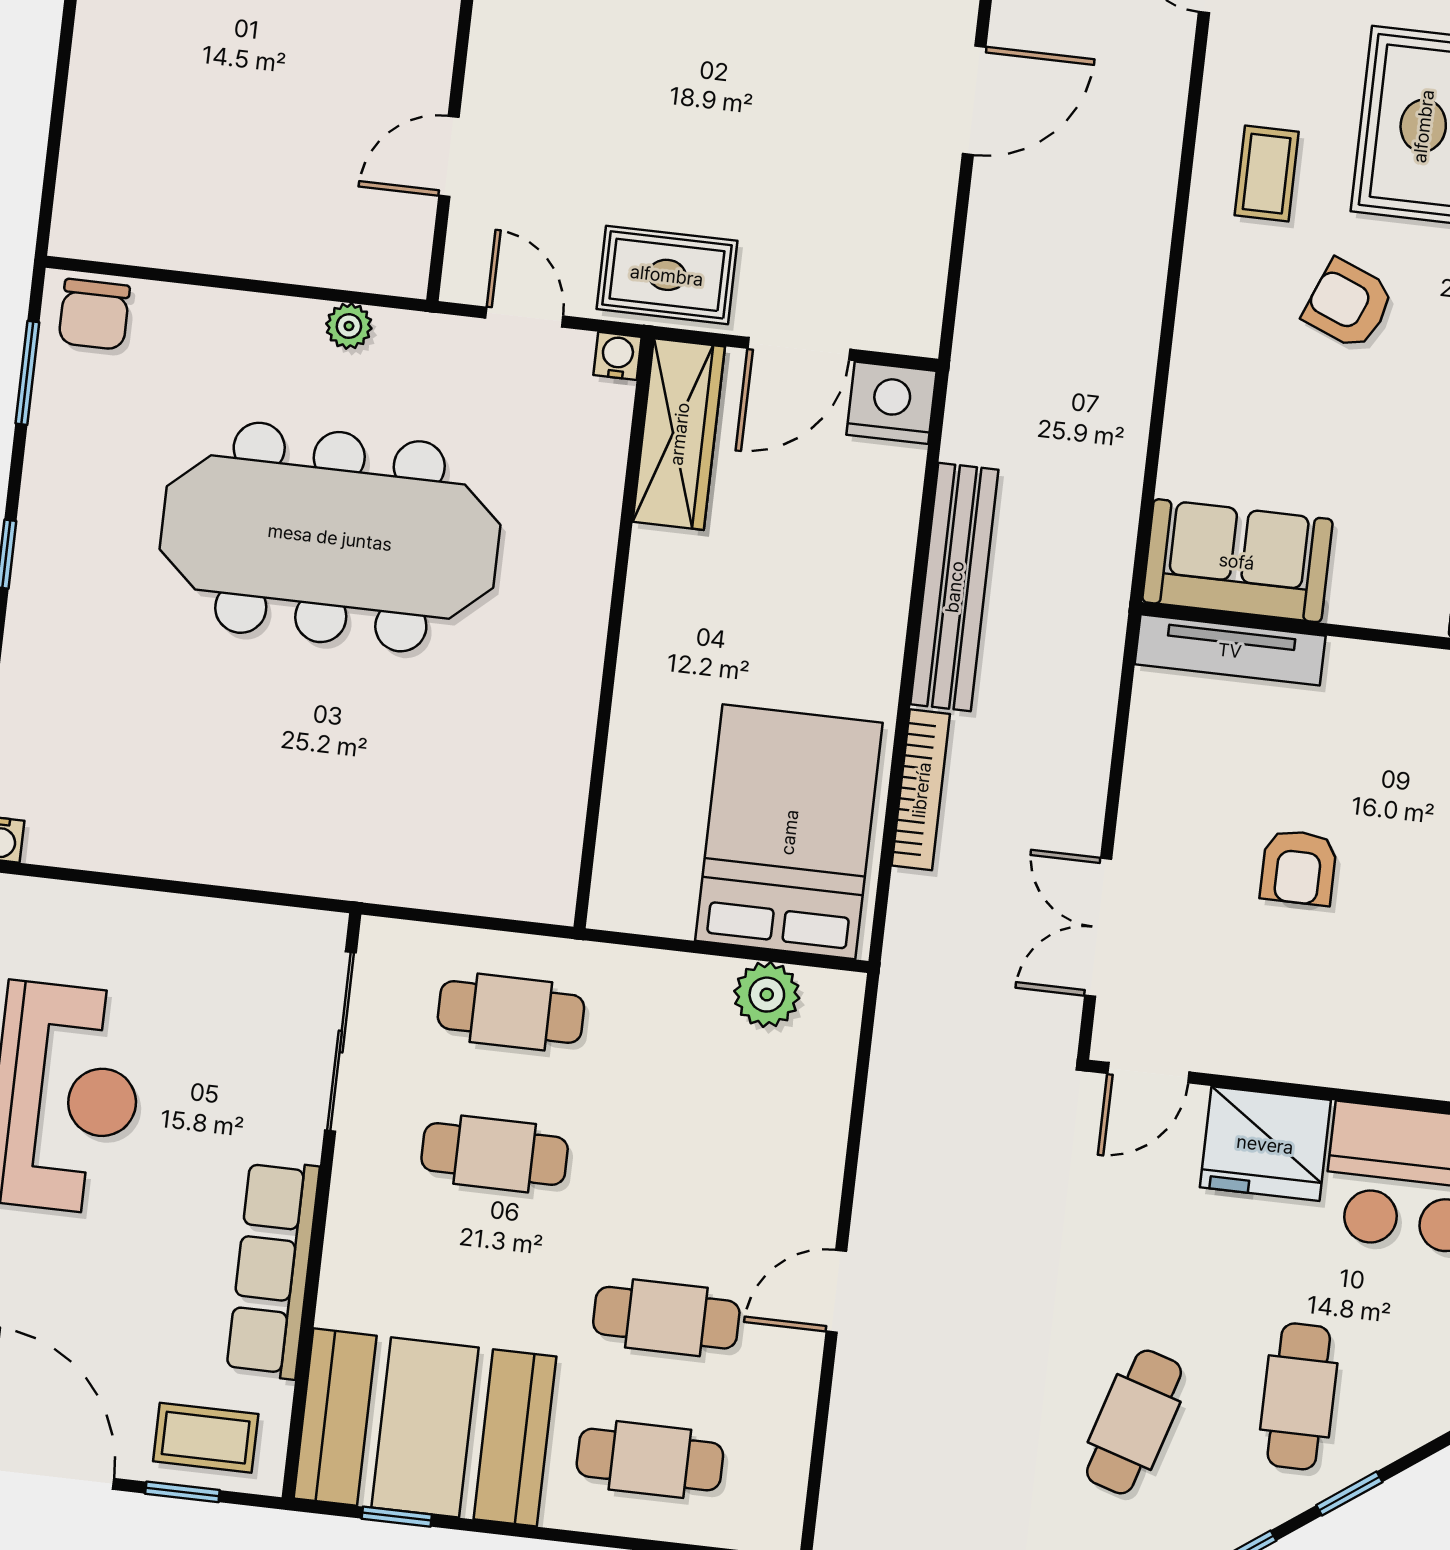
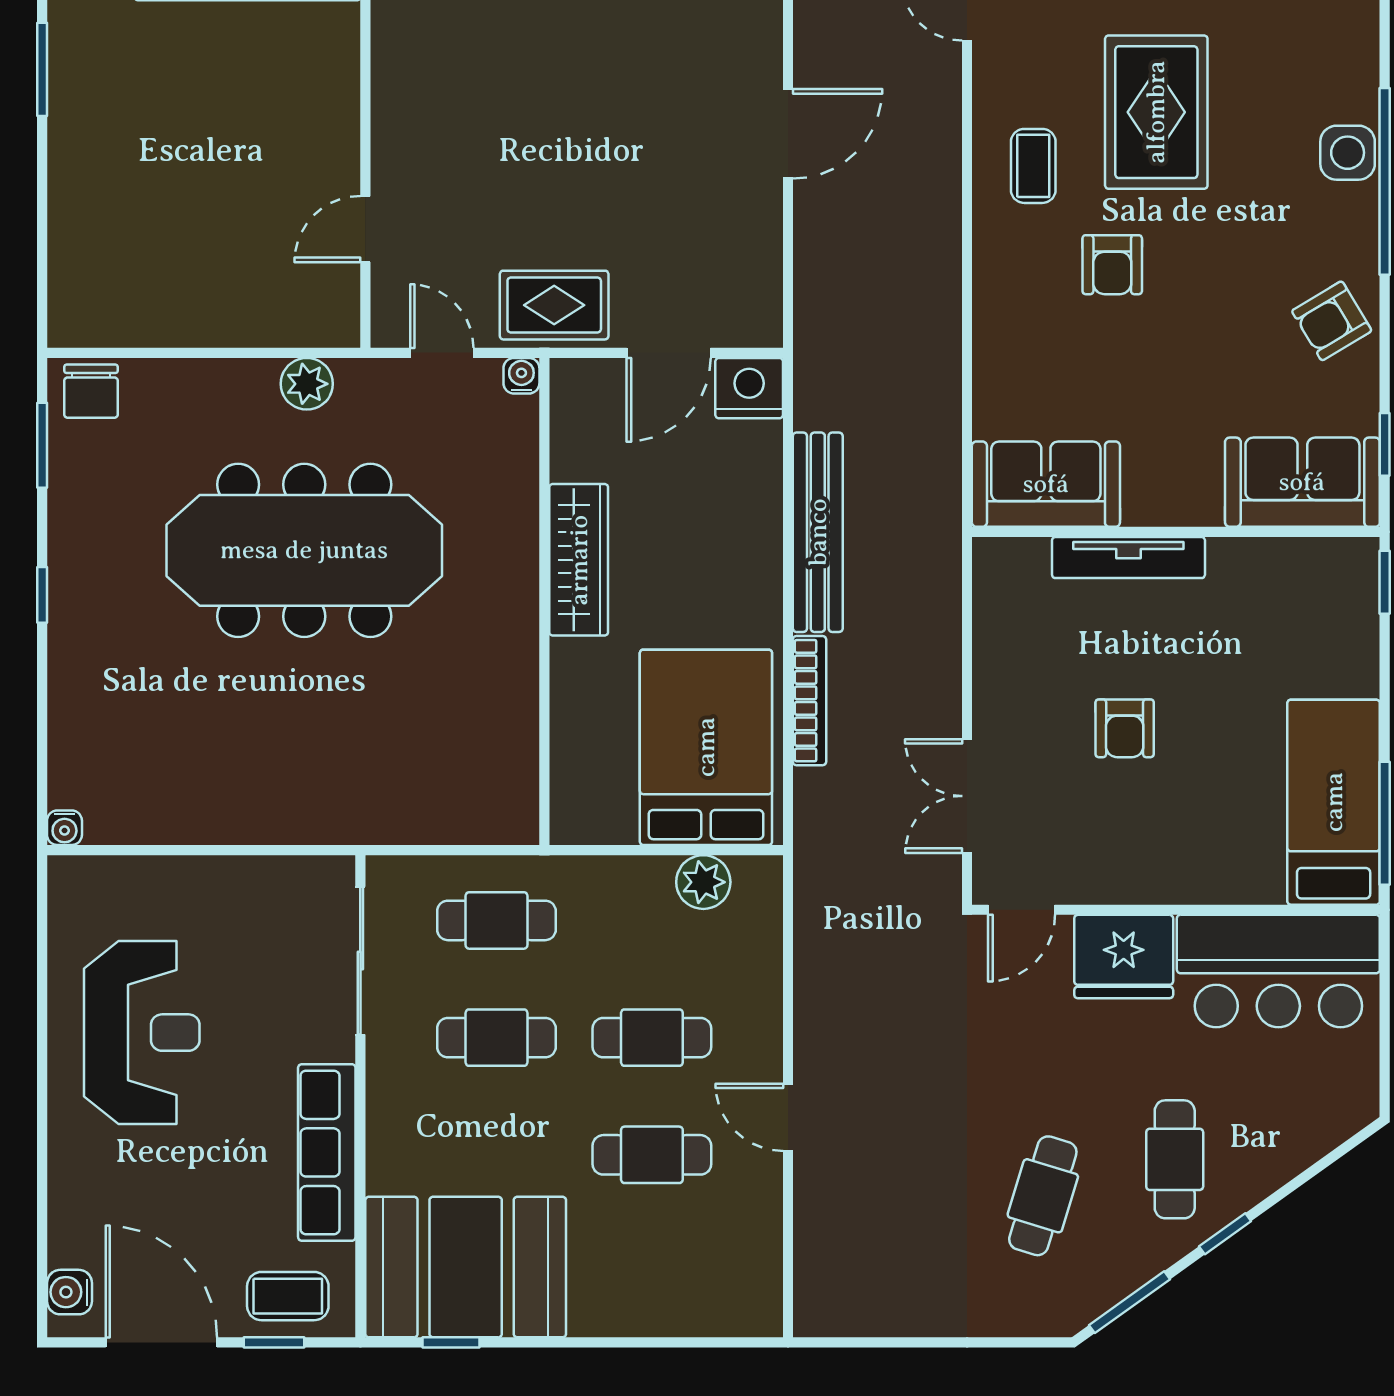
armchair: (1348, 304) -> (1112, 265), turned -112
plant: (349, 326) -> (307, 384), width x1.38, depth x1.38
wardrobe: (679, 434) -> (579, 560), moved
tv unit: (1230, 650) -> (1128, 558), moved
door: (836, 1291) -> (788, 1117), hinge flipped
cafe table: (650, 1460) -> (652, 1038), moved

